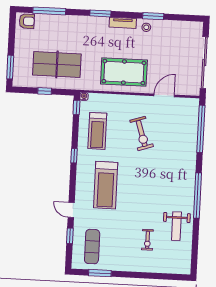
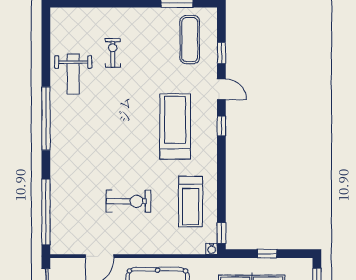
treadmill: (97, 131) -> (191, 202), turned 180
exercise bike: (142, 133) -> (128, 201), turned 108
window: (74, 156) -> (221, 126), moved
weight bench: (176, 226) -> (73, 74), turned 180

